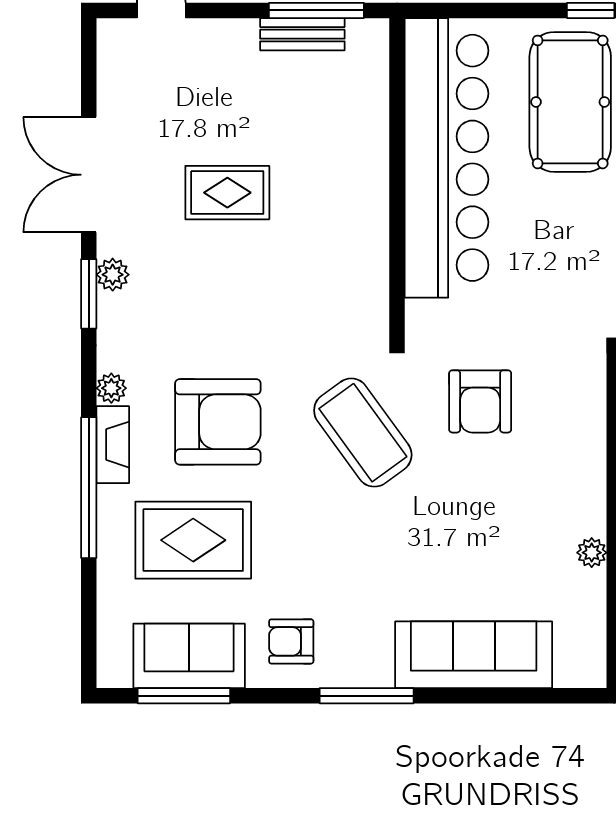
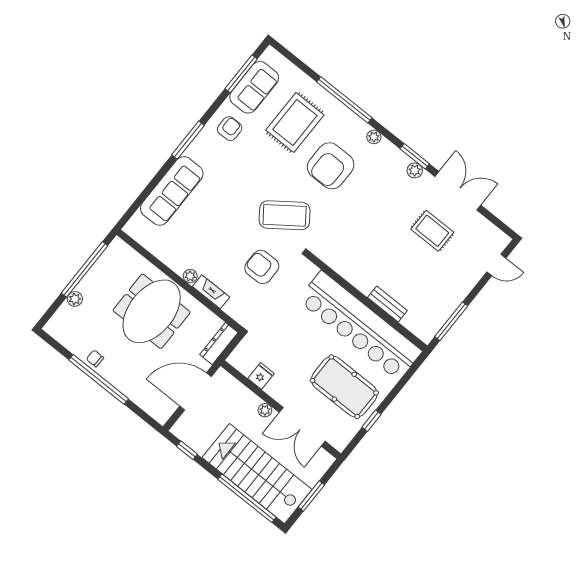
bench: (302, 34) -> (387, 304), moved, turned 90
rug: (227, 193) -> (432, 231), moved, turned 90
fireplace: (113, 445) -> (211, 292), moved, turned 180
plant: (592, 553) -> (190, 276), moved

